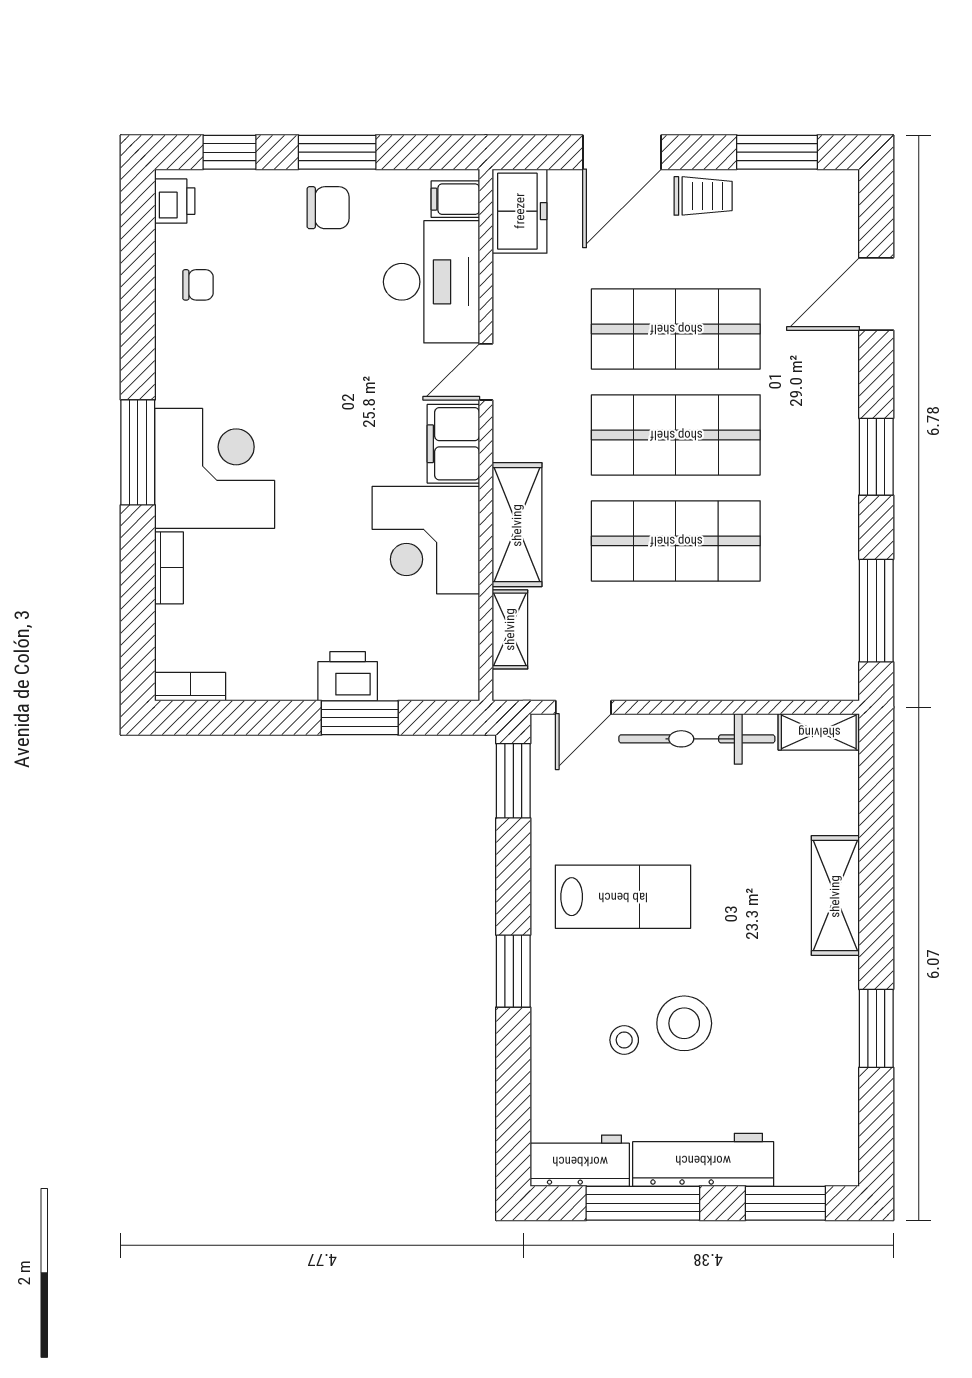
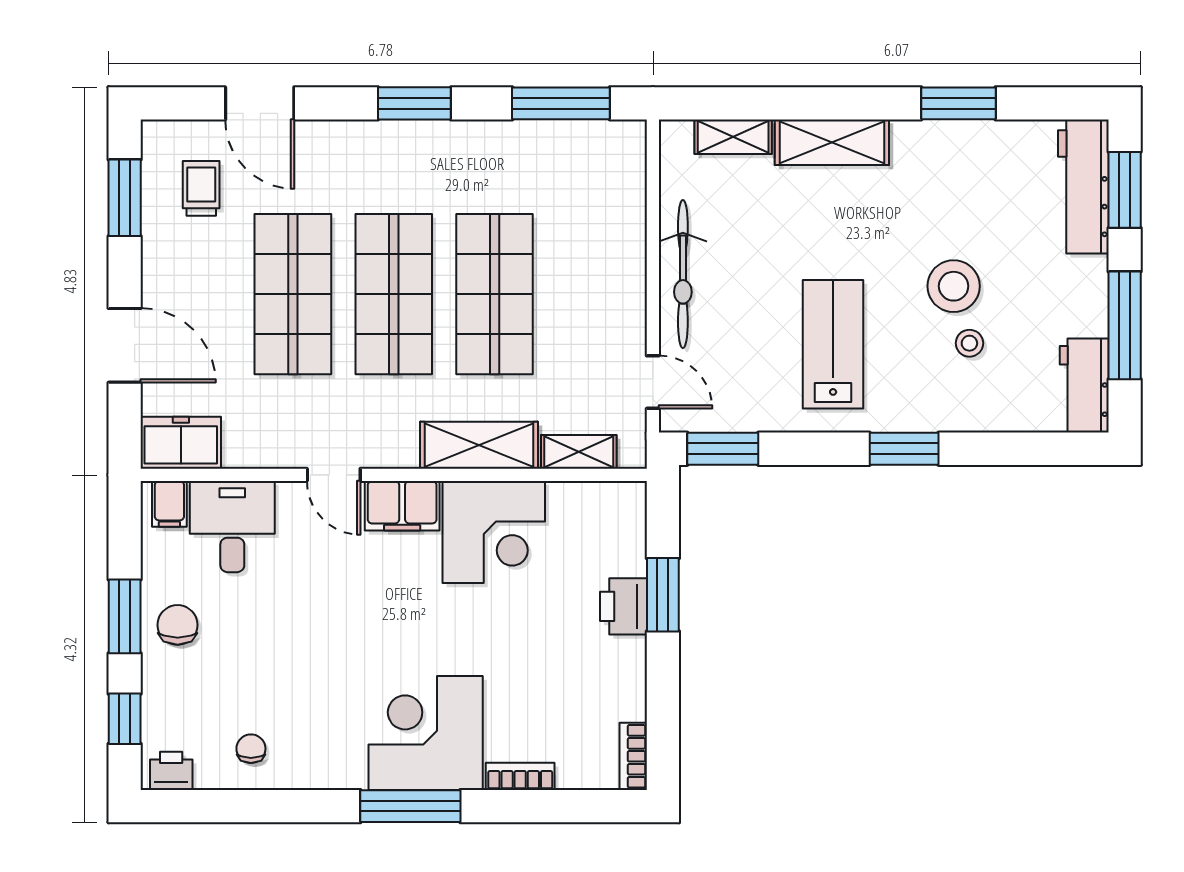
trolley: (703, 196) -> (201, 188), moved
desk: (431, 282) -> (232, 527), width x0.73
shelving: (819, 732) -> (733, 137), moved, turned 90
workbench: (703, 1160) -> (1083, 186), moved

